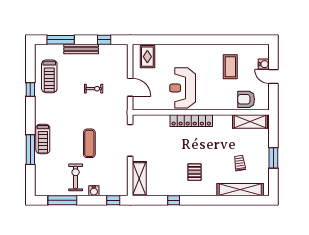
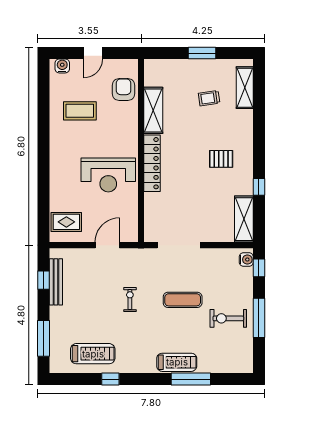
bench: (81, 49) -> (56, 282), moved
water cooler: (264, 64) -> (62, 66), moved
exercise bike: (94, 89) -> (130, 299), moved
armchair: (246, 99) -> (124, 89), turned 180
shelving: (250, 121) -> (153, 110), moved
shelving: (139, 179) -> (244, 219), moved, turned 90
shelving: (240, 190) -> (245, 88), width x0.68
water cooler: (94, 191) -> (246, 260), moved
window: (62, 200) -> (259, 318), moved

